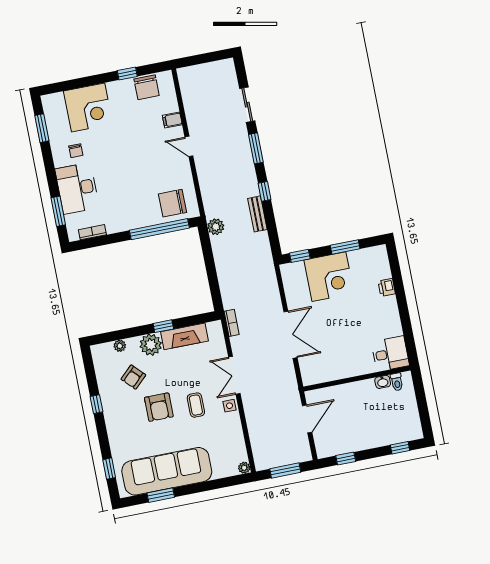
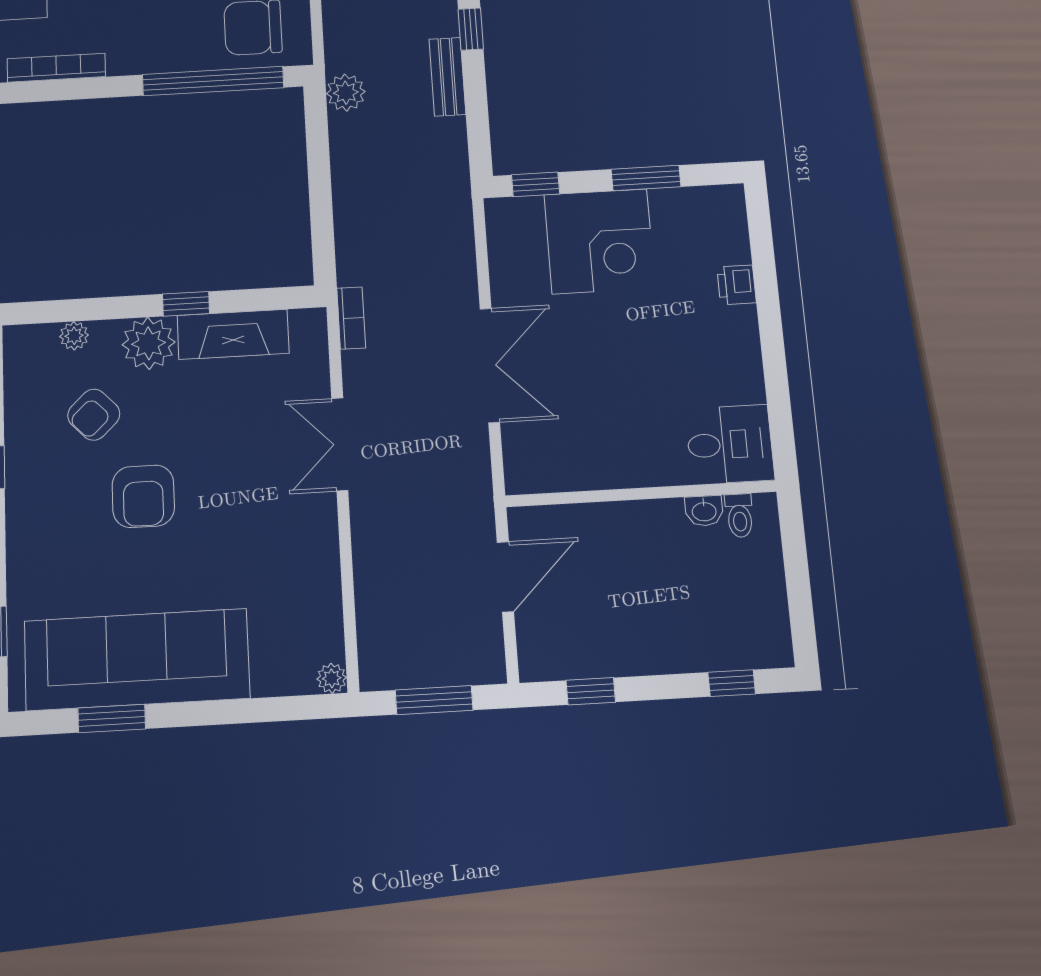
bookcase: (92, 232) -> (56, 68), width x1.56
coffee table: (196, 405) -> (235, 504), removed
side table: (230, 406) -> (317, 517), removed

